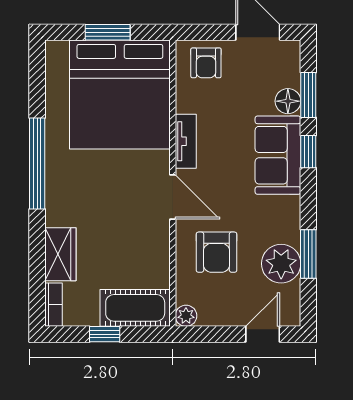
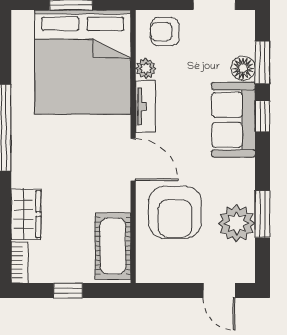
armchair: (206, 63) -> (165, 32), turned 90
armchair: (216, 252) -> (175, 212), width x1.36, depth x1.36
cot: (135, 308) -> (113, 246), moved, turned 90
plant: (186, 316) -> (146, 68), moved
door: (263, 334) -> (219, 291), swing flipped

